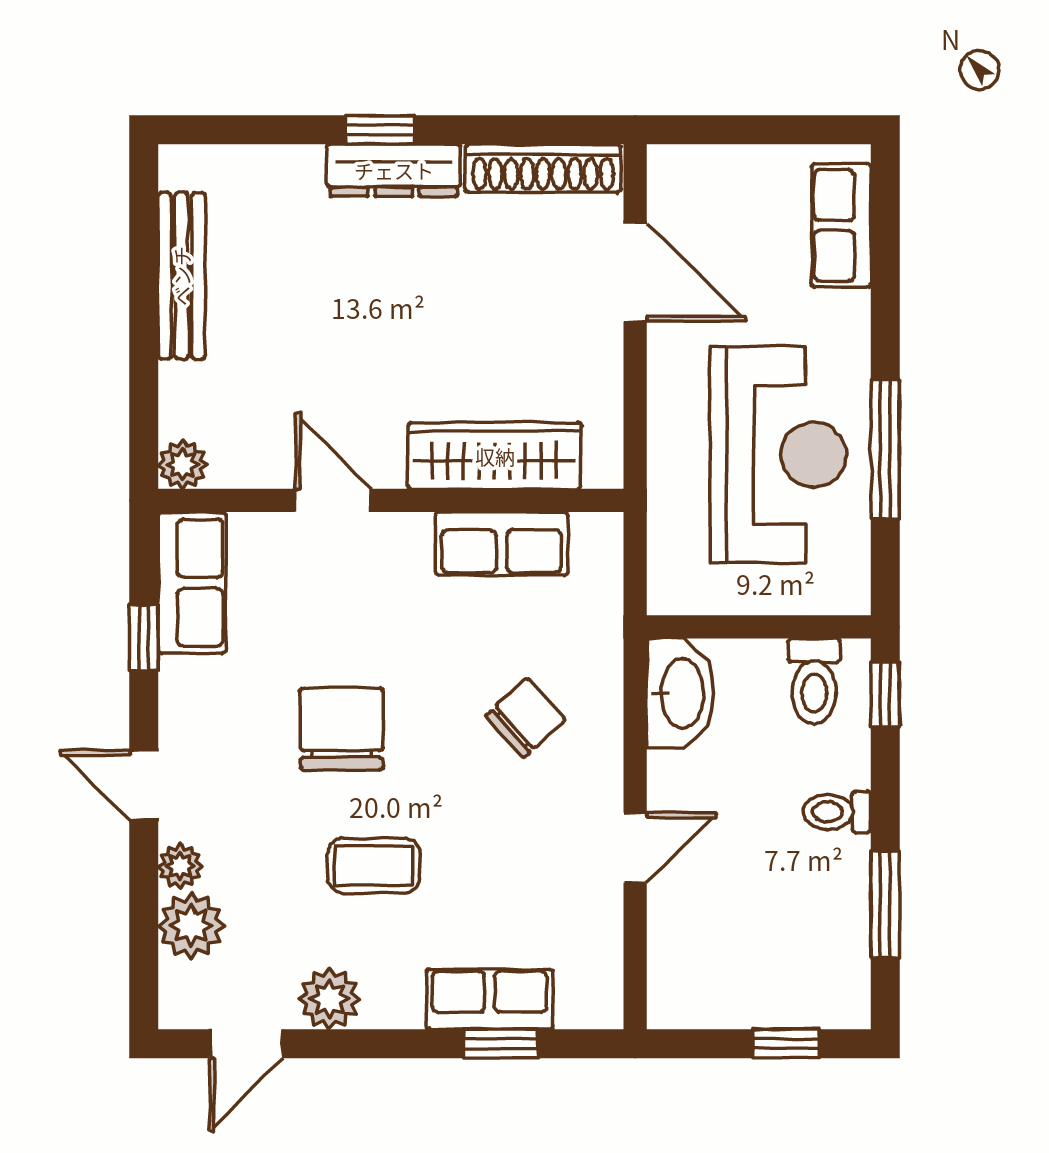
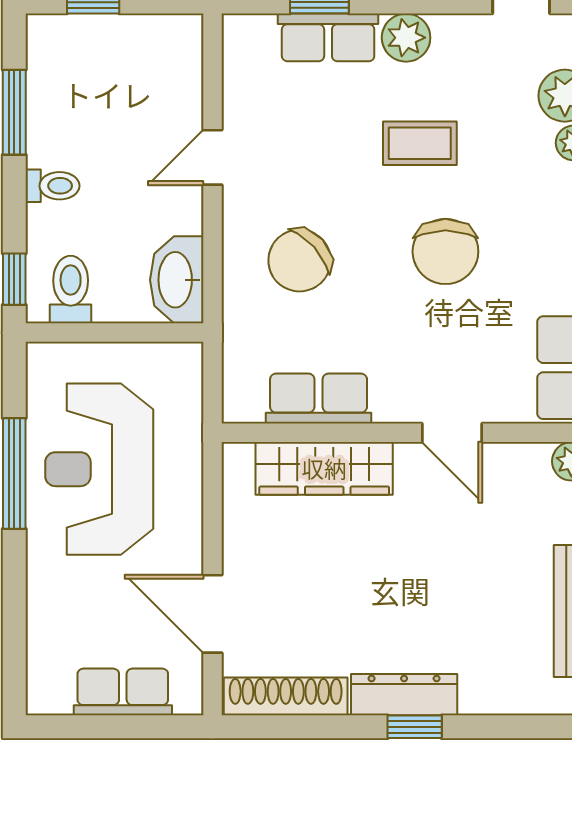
row of seats: (841, 225) -> (123, 692), moved, turned -90
chair: (526, 718) -> (300, 260), width x1.37, depth x1.37
plant: (330, 999) -> (406, 38), moved

